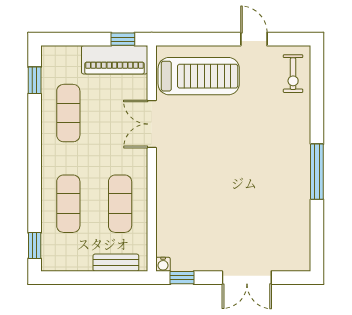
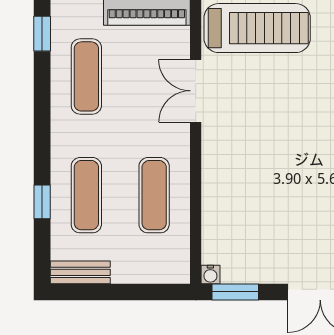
window: (35, 246) -> (42, 202), moved
bench: (116, 263) -> (80, 272), moved
window: (182, 278) -> (235, 292), width x1.50

